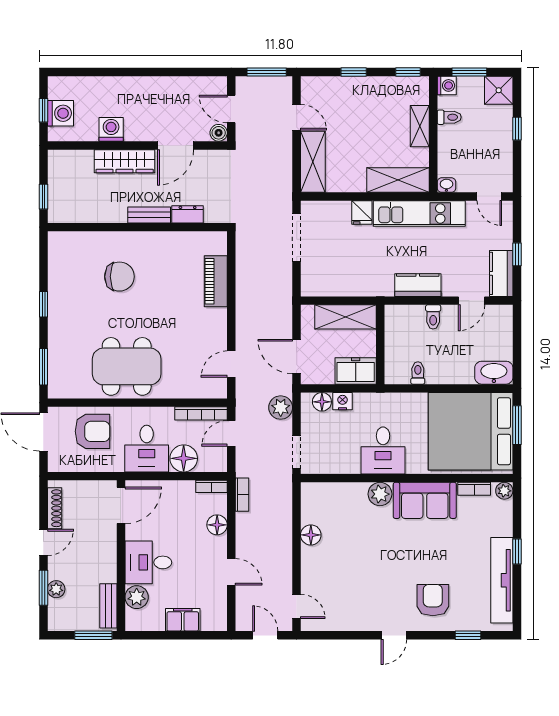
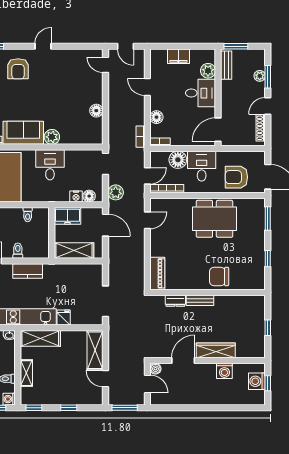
dresser: (188, 214) -> (175, 301), moved
bench: (149, 215) -> (200, 300), moved
wall: (137, 227) -> (208, 292), moved

